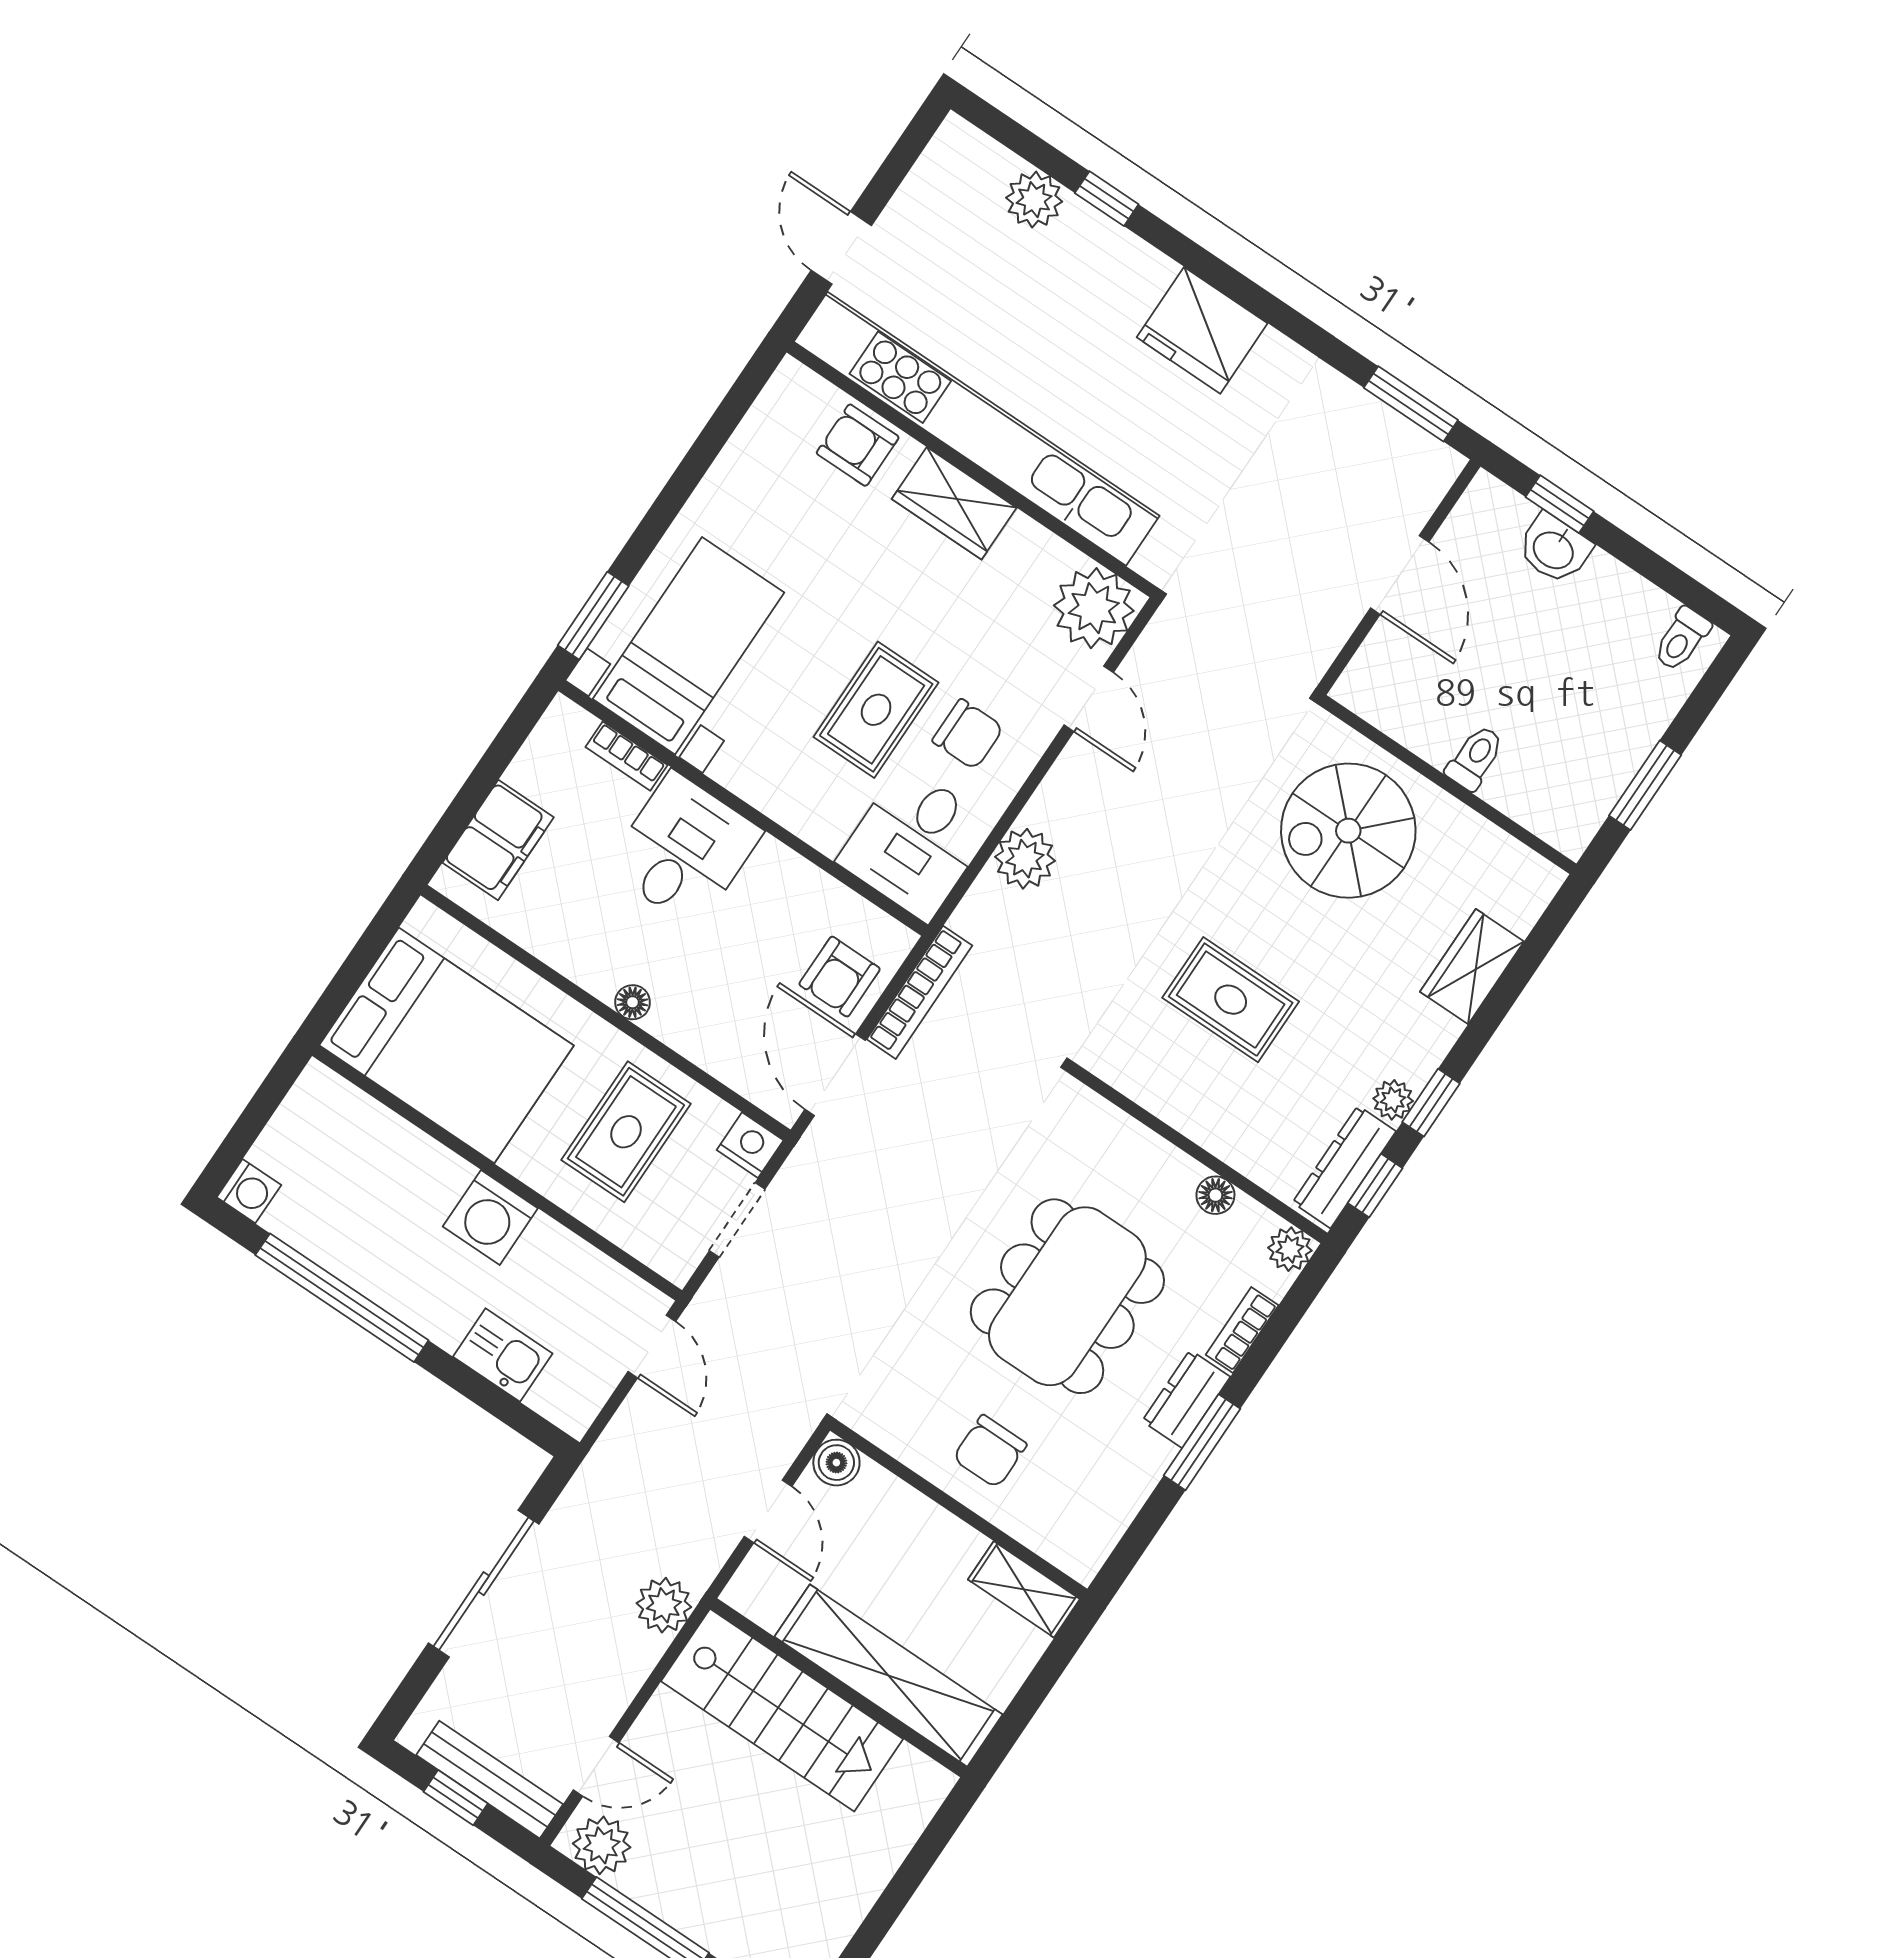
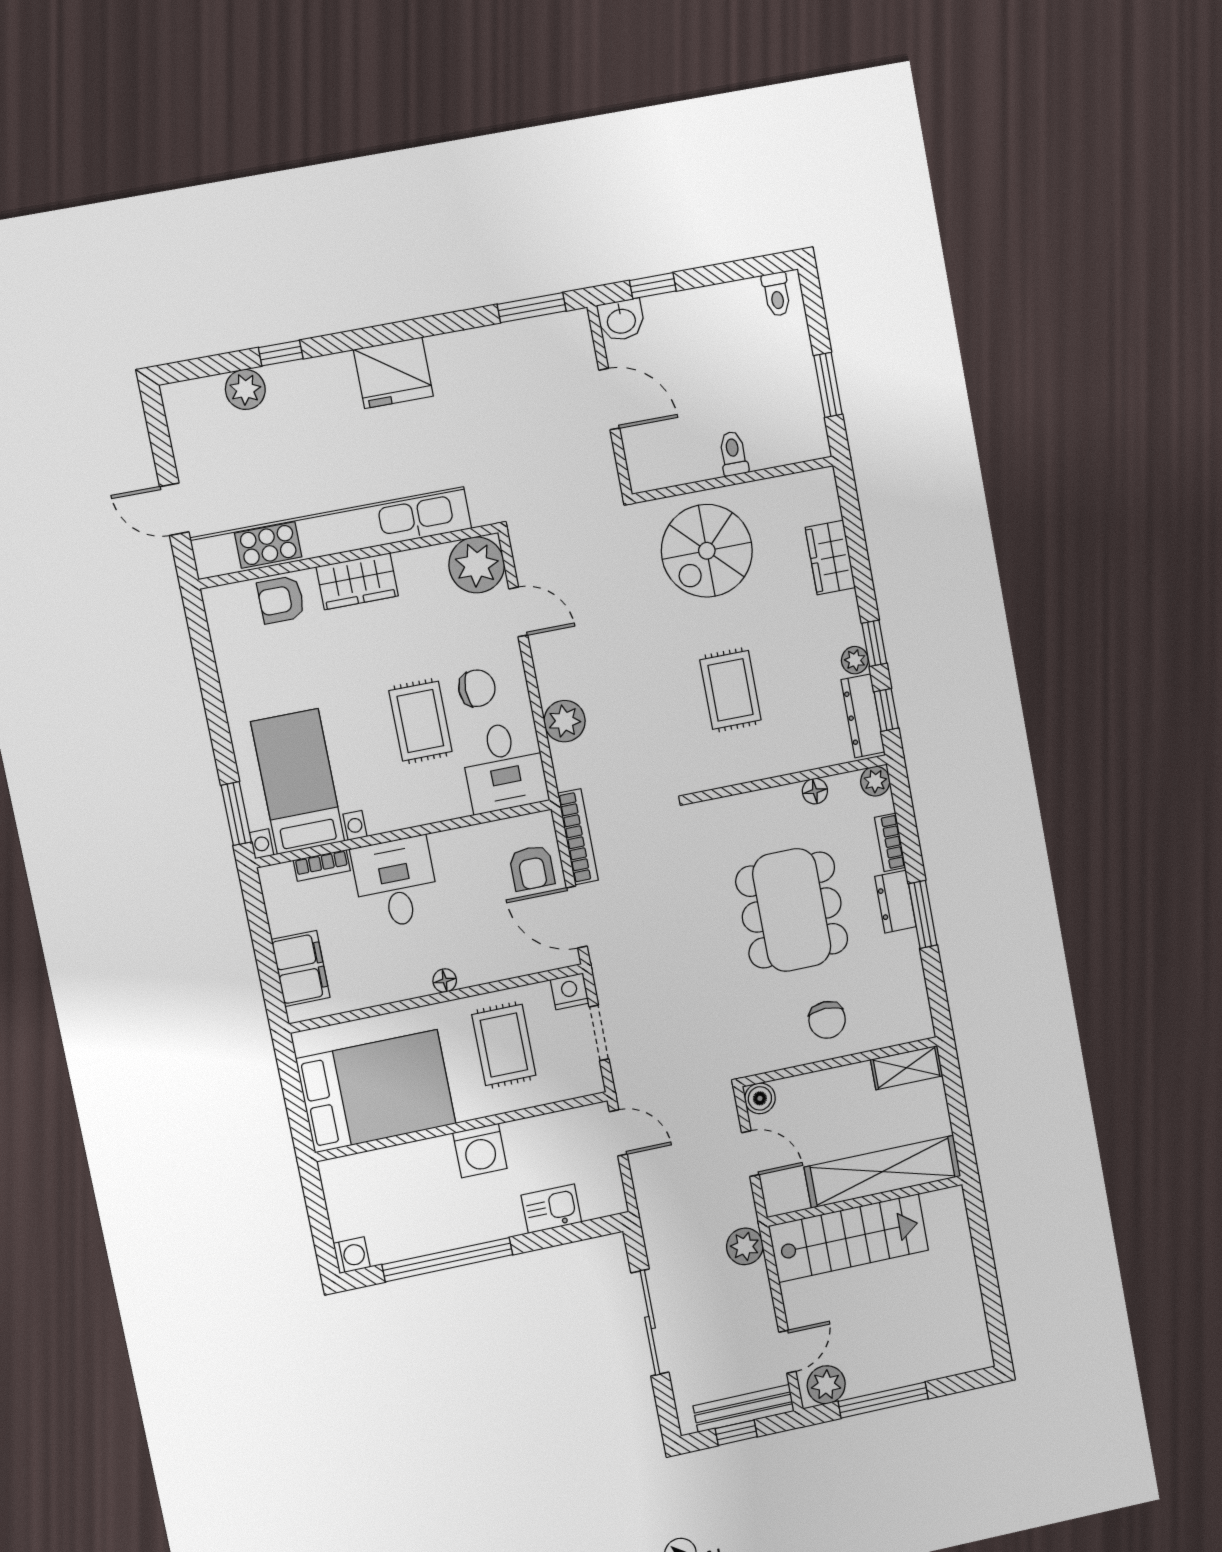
washbasin: (1554, 549) -> (621, 320), moved
rug: (1231, 1000) -> (730, 690), turned 90

